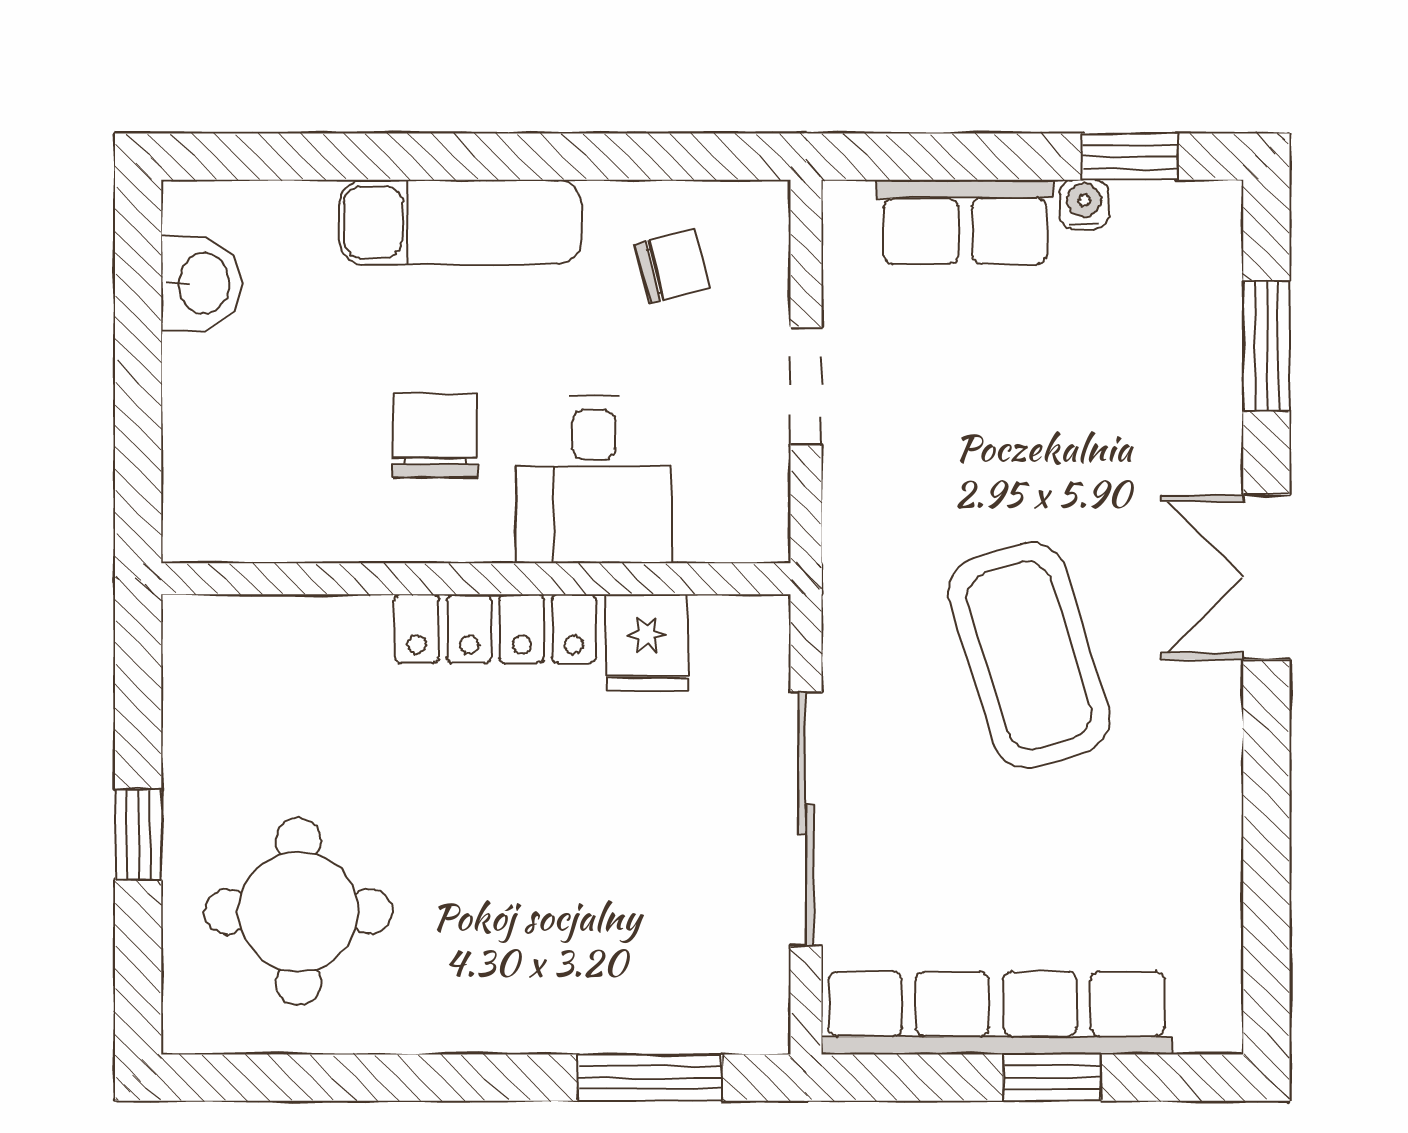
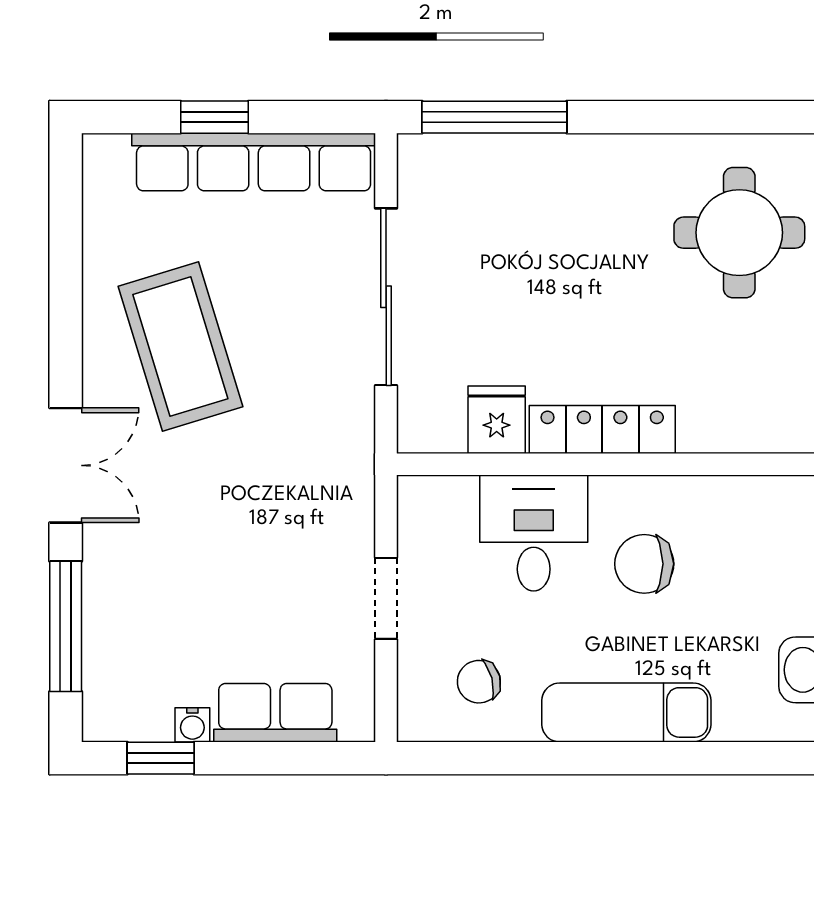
window: (1266, 346) -> (66, 626), width x1.44
chair: (435, 436) -> (644, 564), turned 90
coffee table: (1029, 655) -> (180, 347), moved
window: (650, 1078) -> (494, 117), width x1.44

